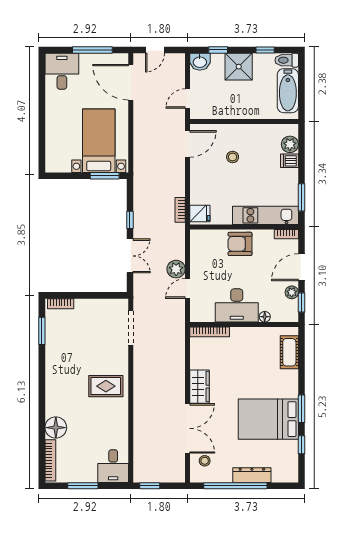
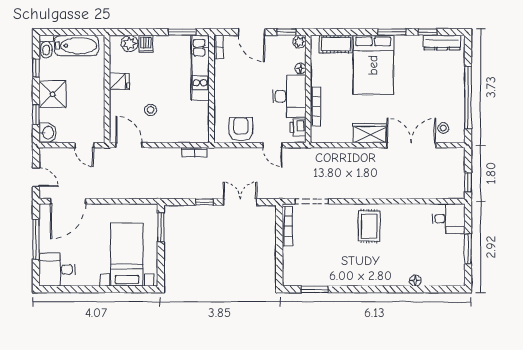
bed with nightstands: (99, 141) -> (127, 255), moved, turned 90
stool: (233, 157) -> (151, 110), moved
fridge: (200, 214) -> (119, 81), moved, turned 90
armchair: (240, 244) -> (241, 129), moved, turned 180
plant: (176, 269) -> (253, 156), removed
plant: (292, 292) -> (299, 42), moved
bookcase: (61, 304) -> (288, 226), moved, width x1.56
printer: (205, 314) -> (298, 127), added
bookcase: (210, 332) -> (315, 106), moved
bed: (268, 419) -> (373, 65), moved
floor lamp: (56, 428) -> (415, 281), width x0.53, depth x0.53
bookcase: (50, 460) -> (443, 281), removed
dresser: (252, 475) -> (442, 43), moved, turned -90

